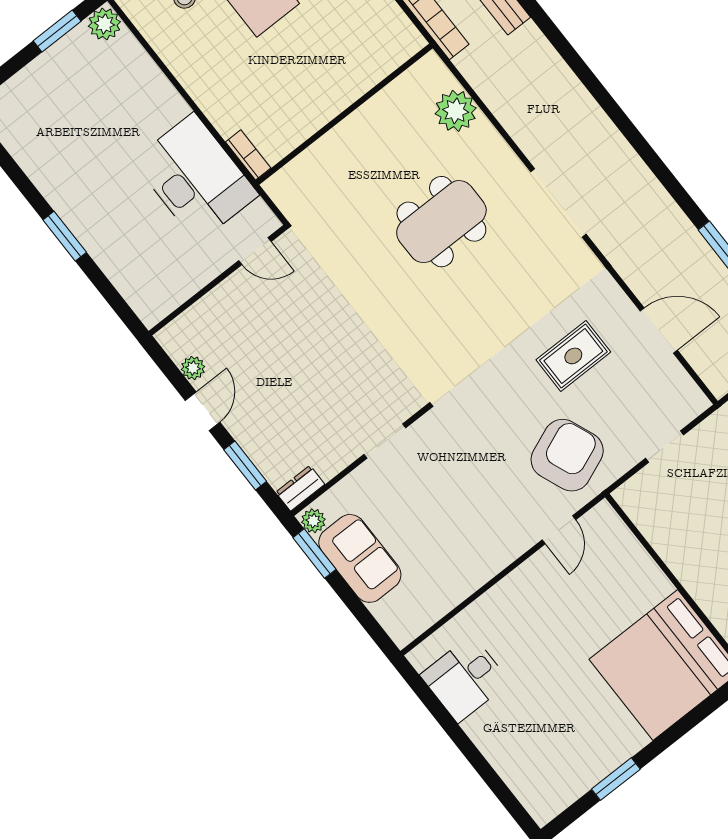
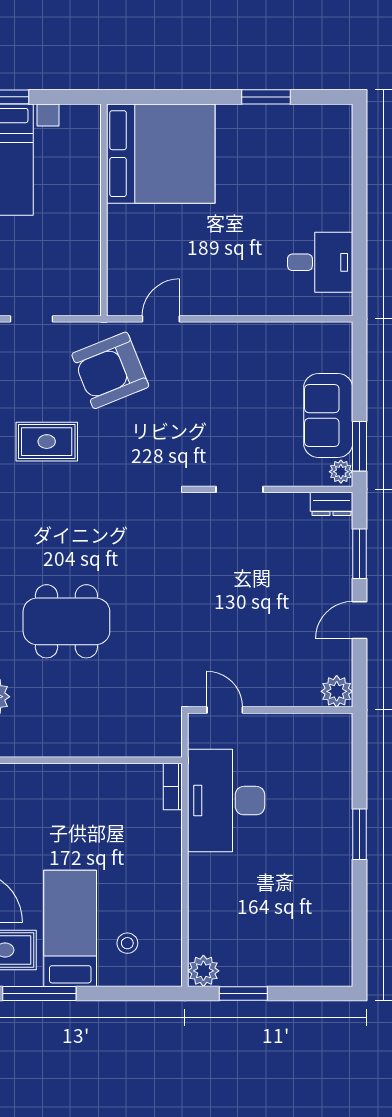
plant: (193, 368) -> (337, 691), moved, width x1.38, depth x1.38

